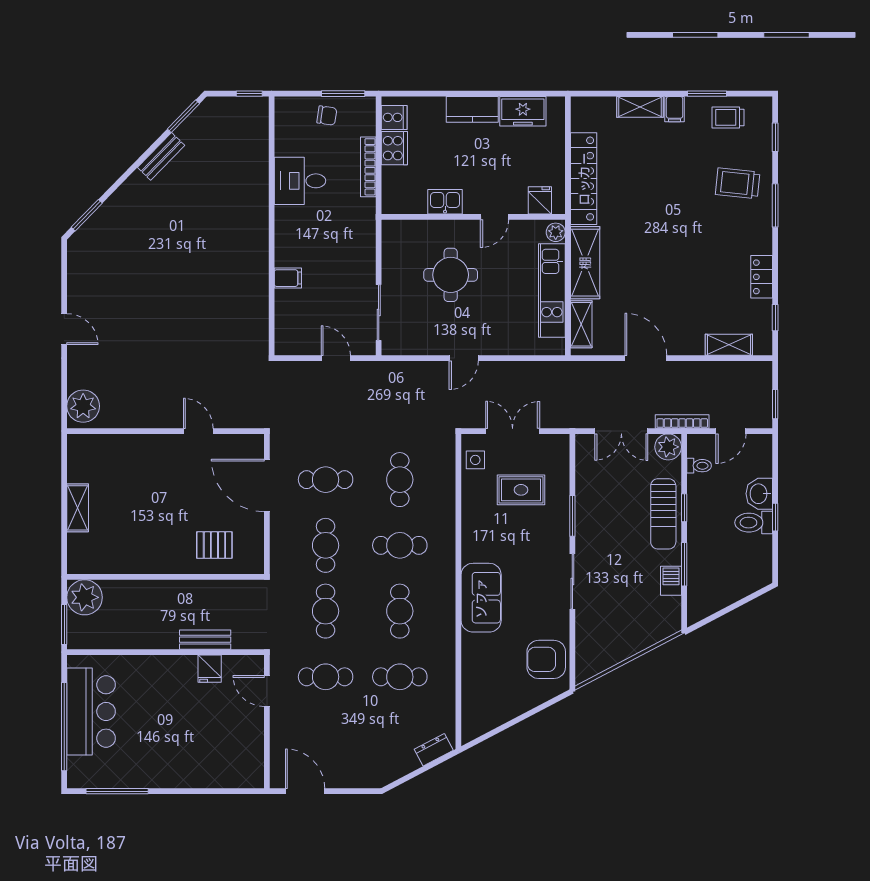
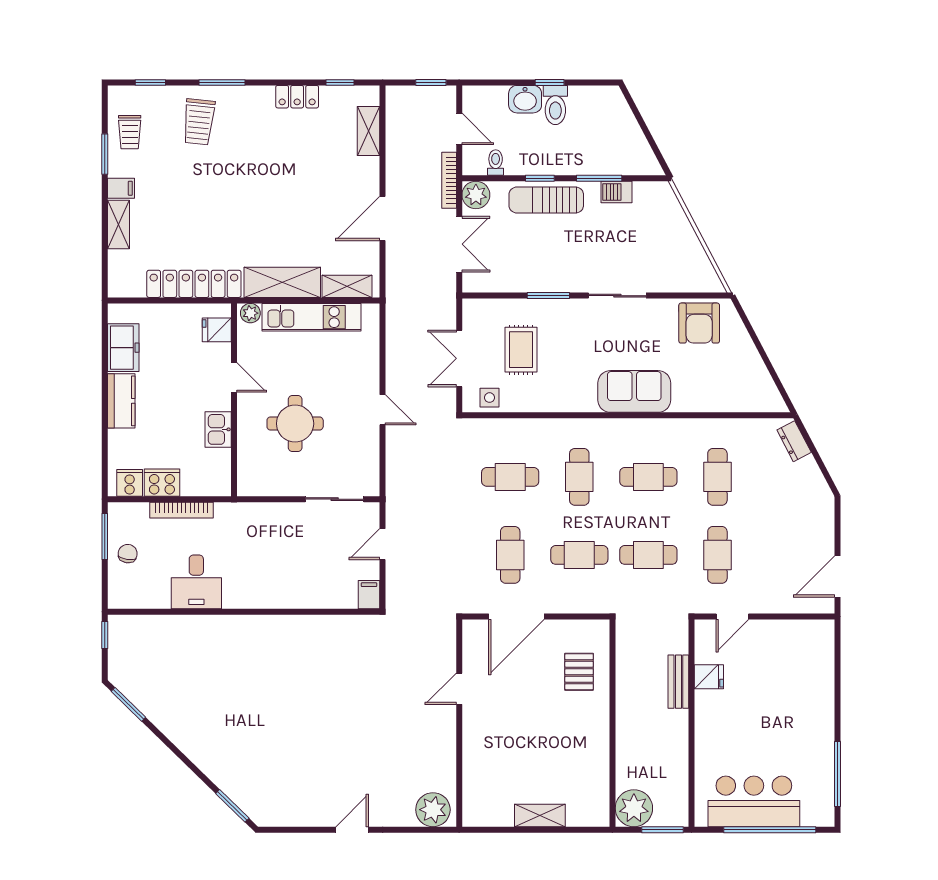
bench: (161, 156) -> (171, 728), removed
filing cabinet: (288, 278) -> (369, 595), moved
sun lounger: (663, 514) -> (546, 200), turned 180

